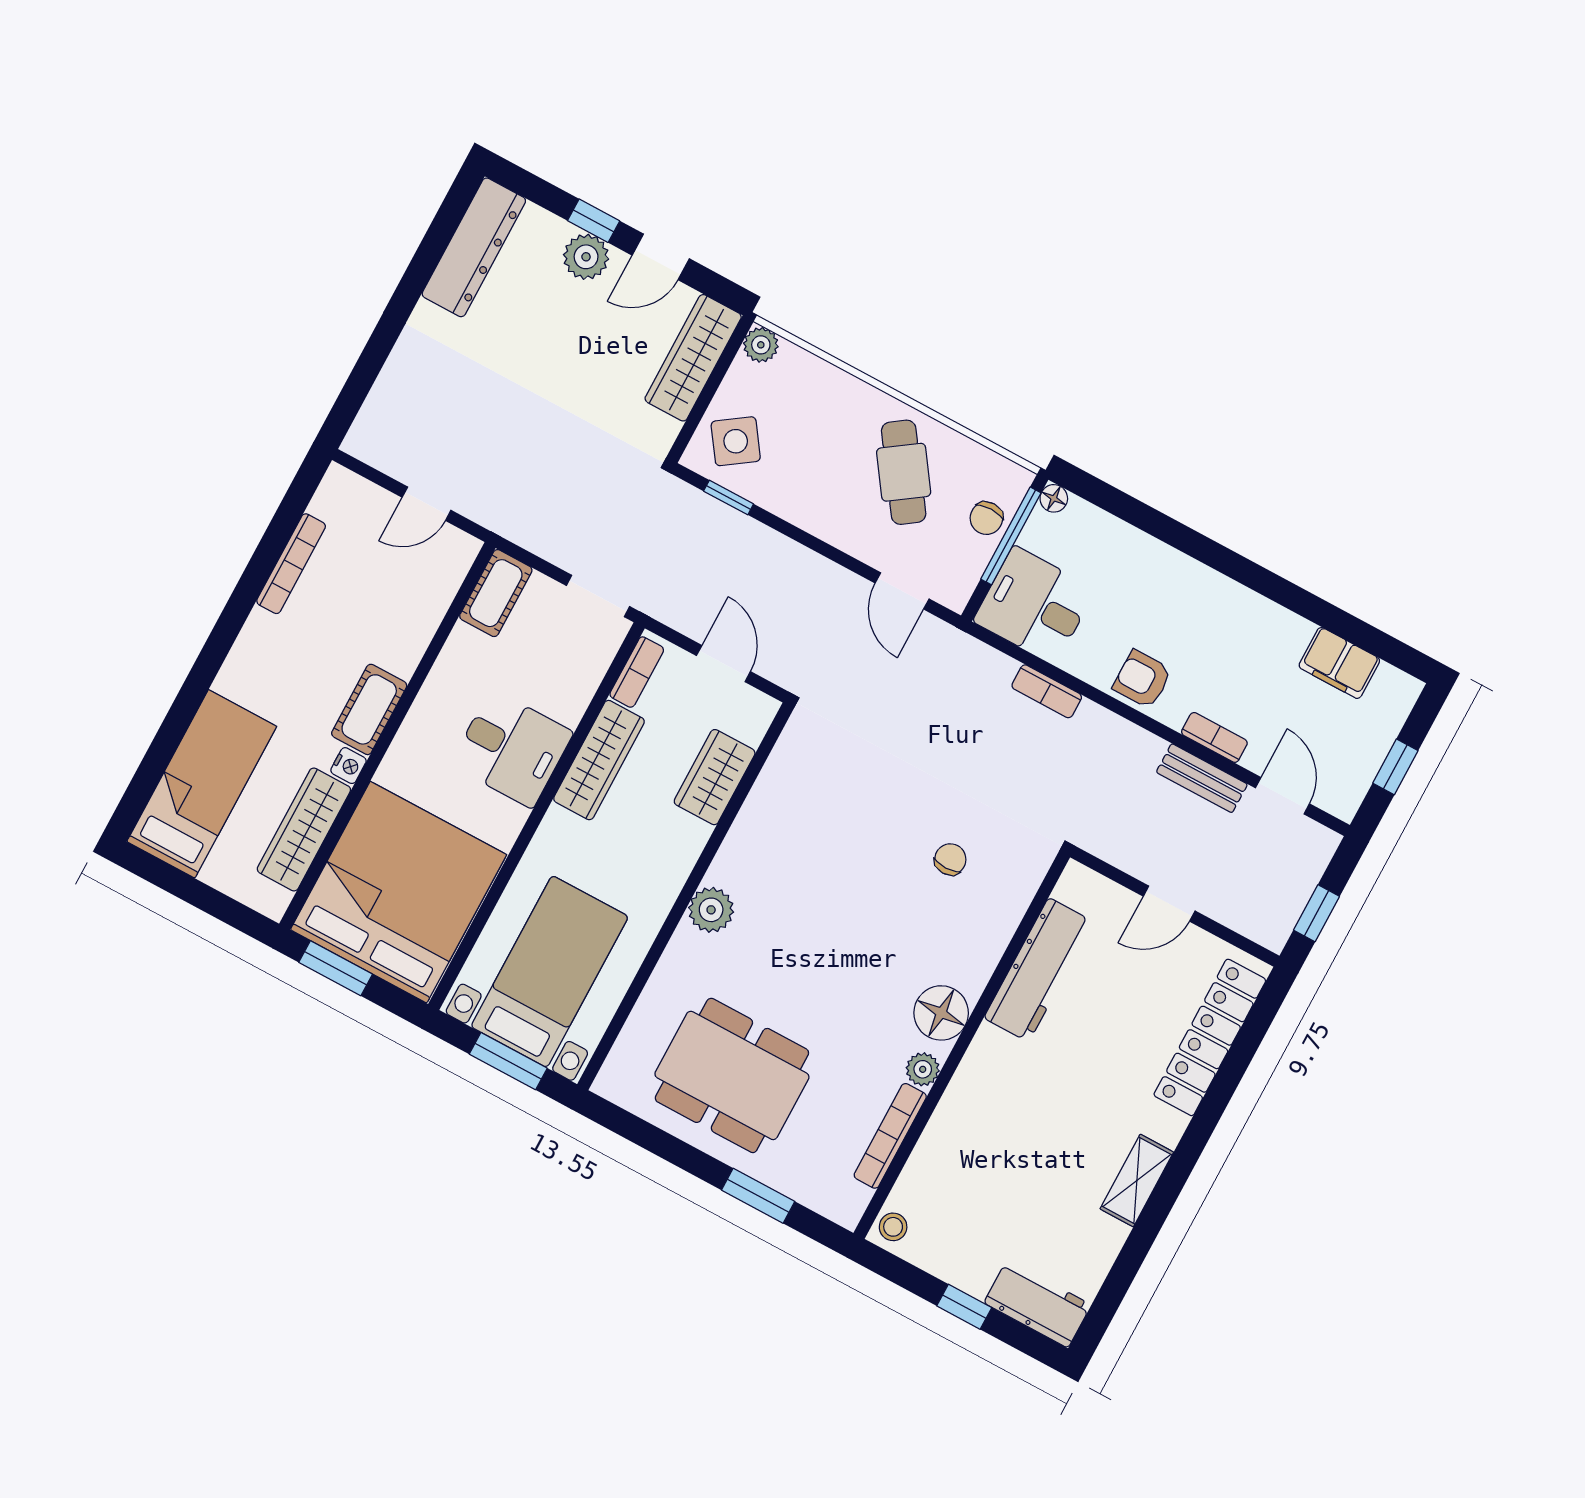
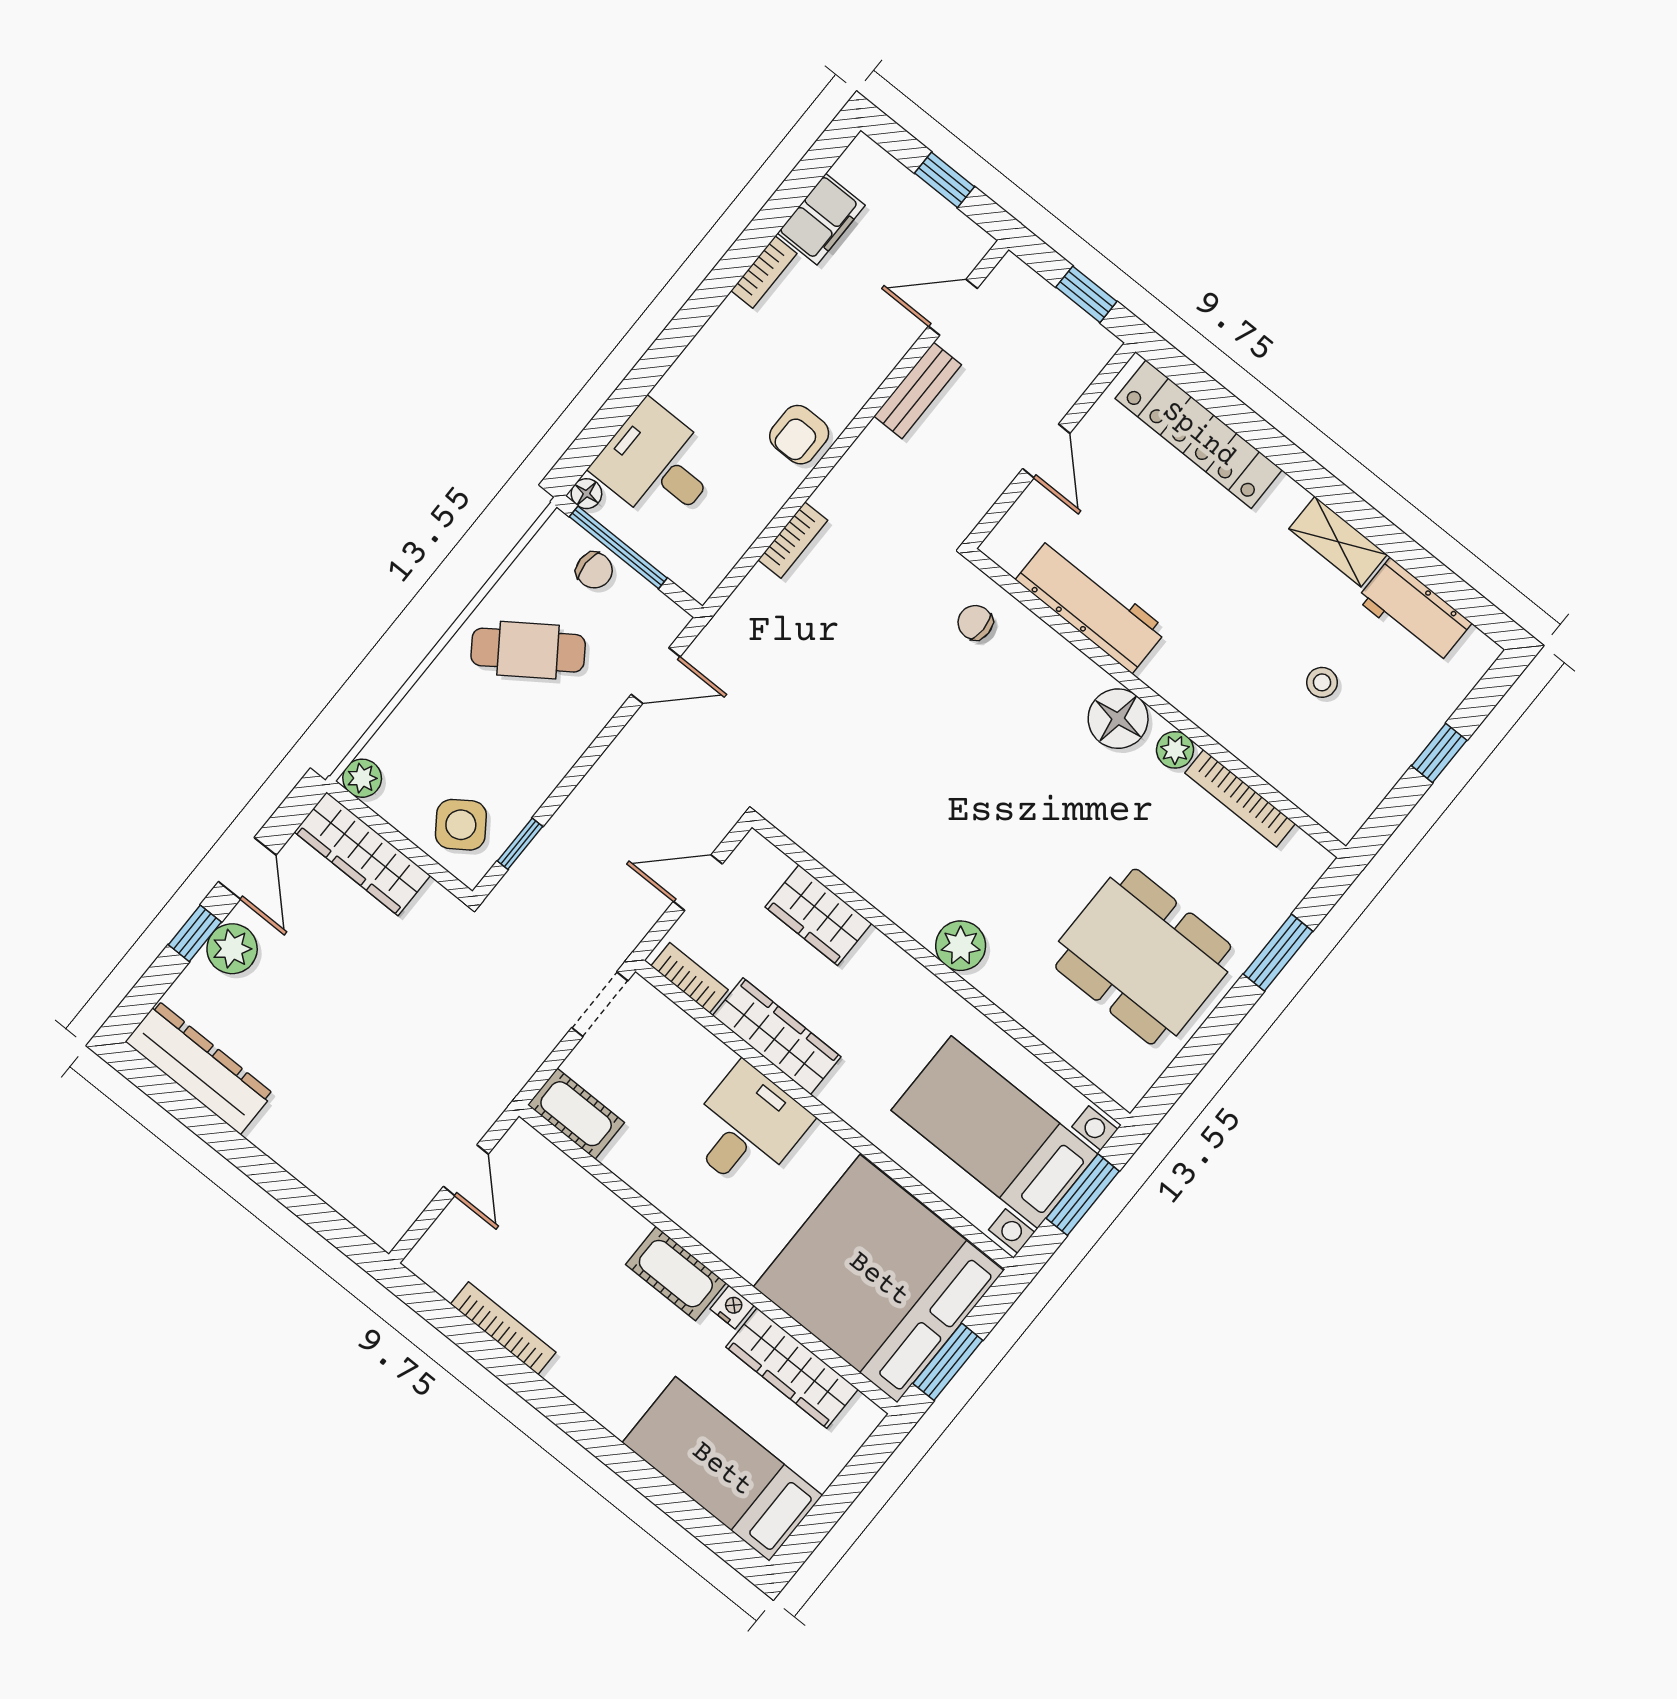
desk: (1034, 605) -> (657, 465), moved, turned 90
bookcase: (1214, 737) -> (764, 272), moved, turned 180
chair: (950, 859) -> (975, 622), moved
dining table: (732, 1075) -> (1143, 957), turned 90
stool: (893, 1227) -> (1322, 682), moved
workbench: (1037, 1304) -> (1414, 611), moved, turned -90

